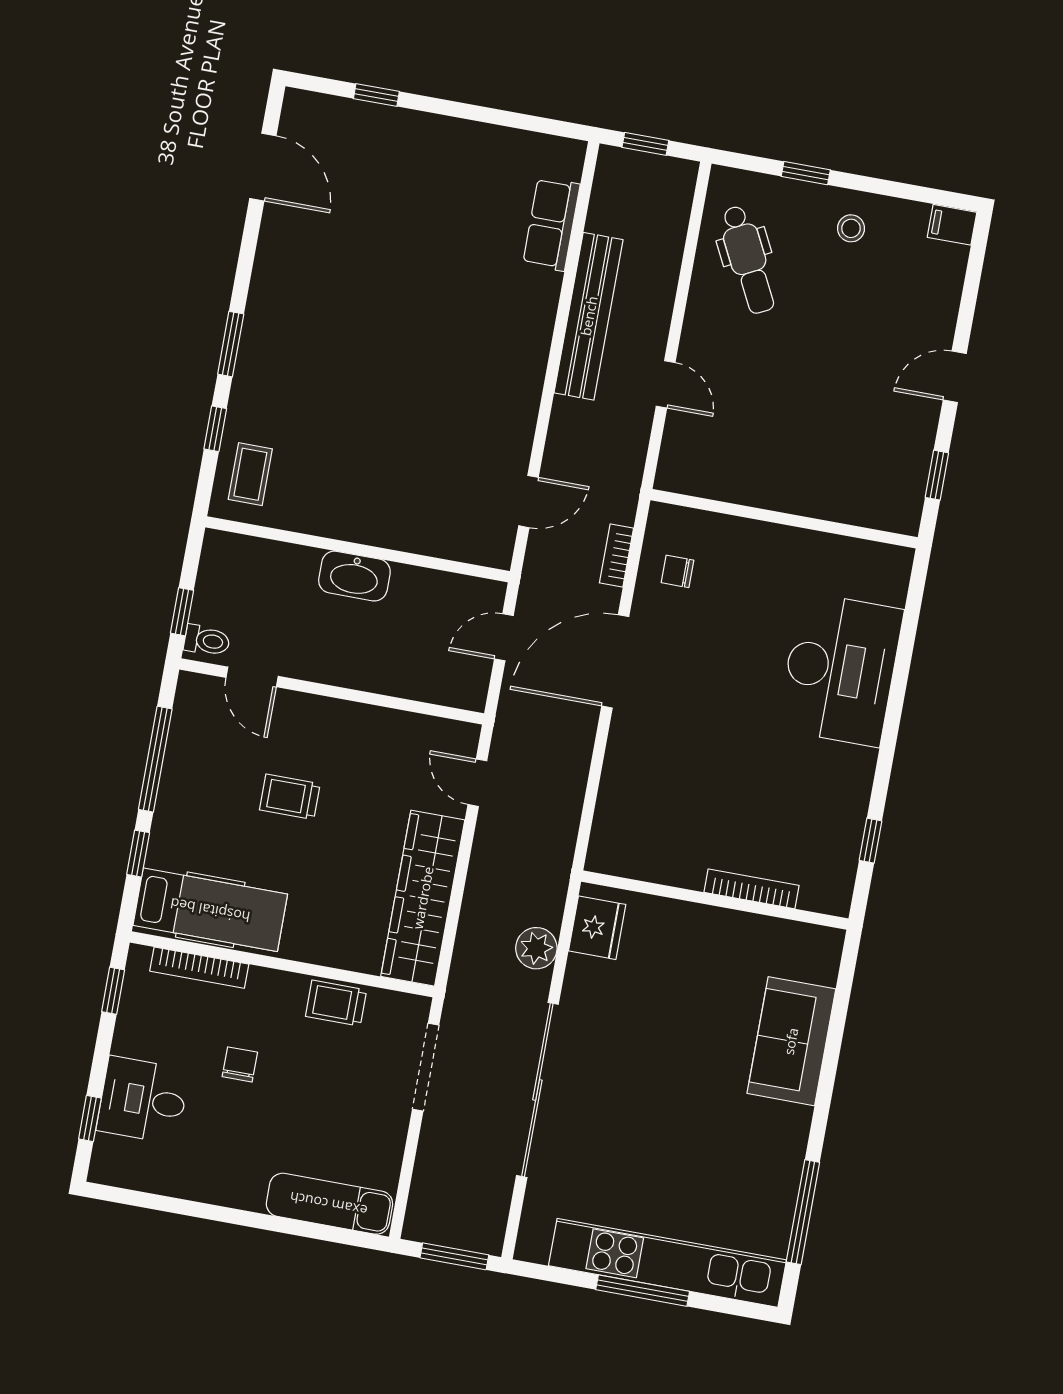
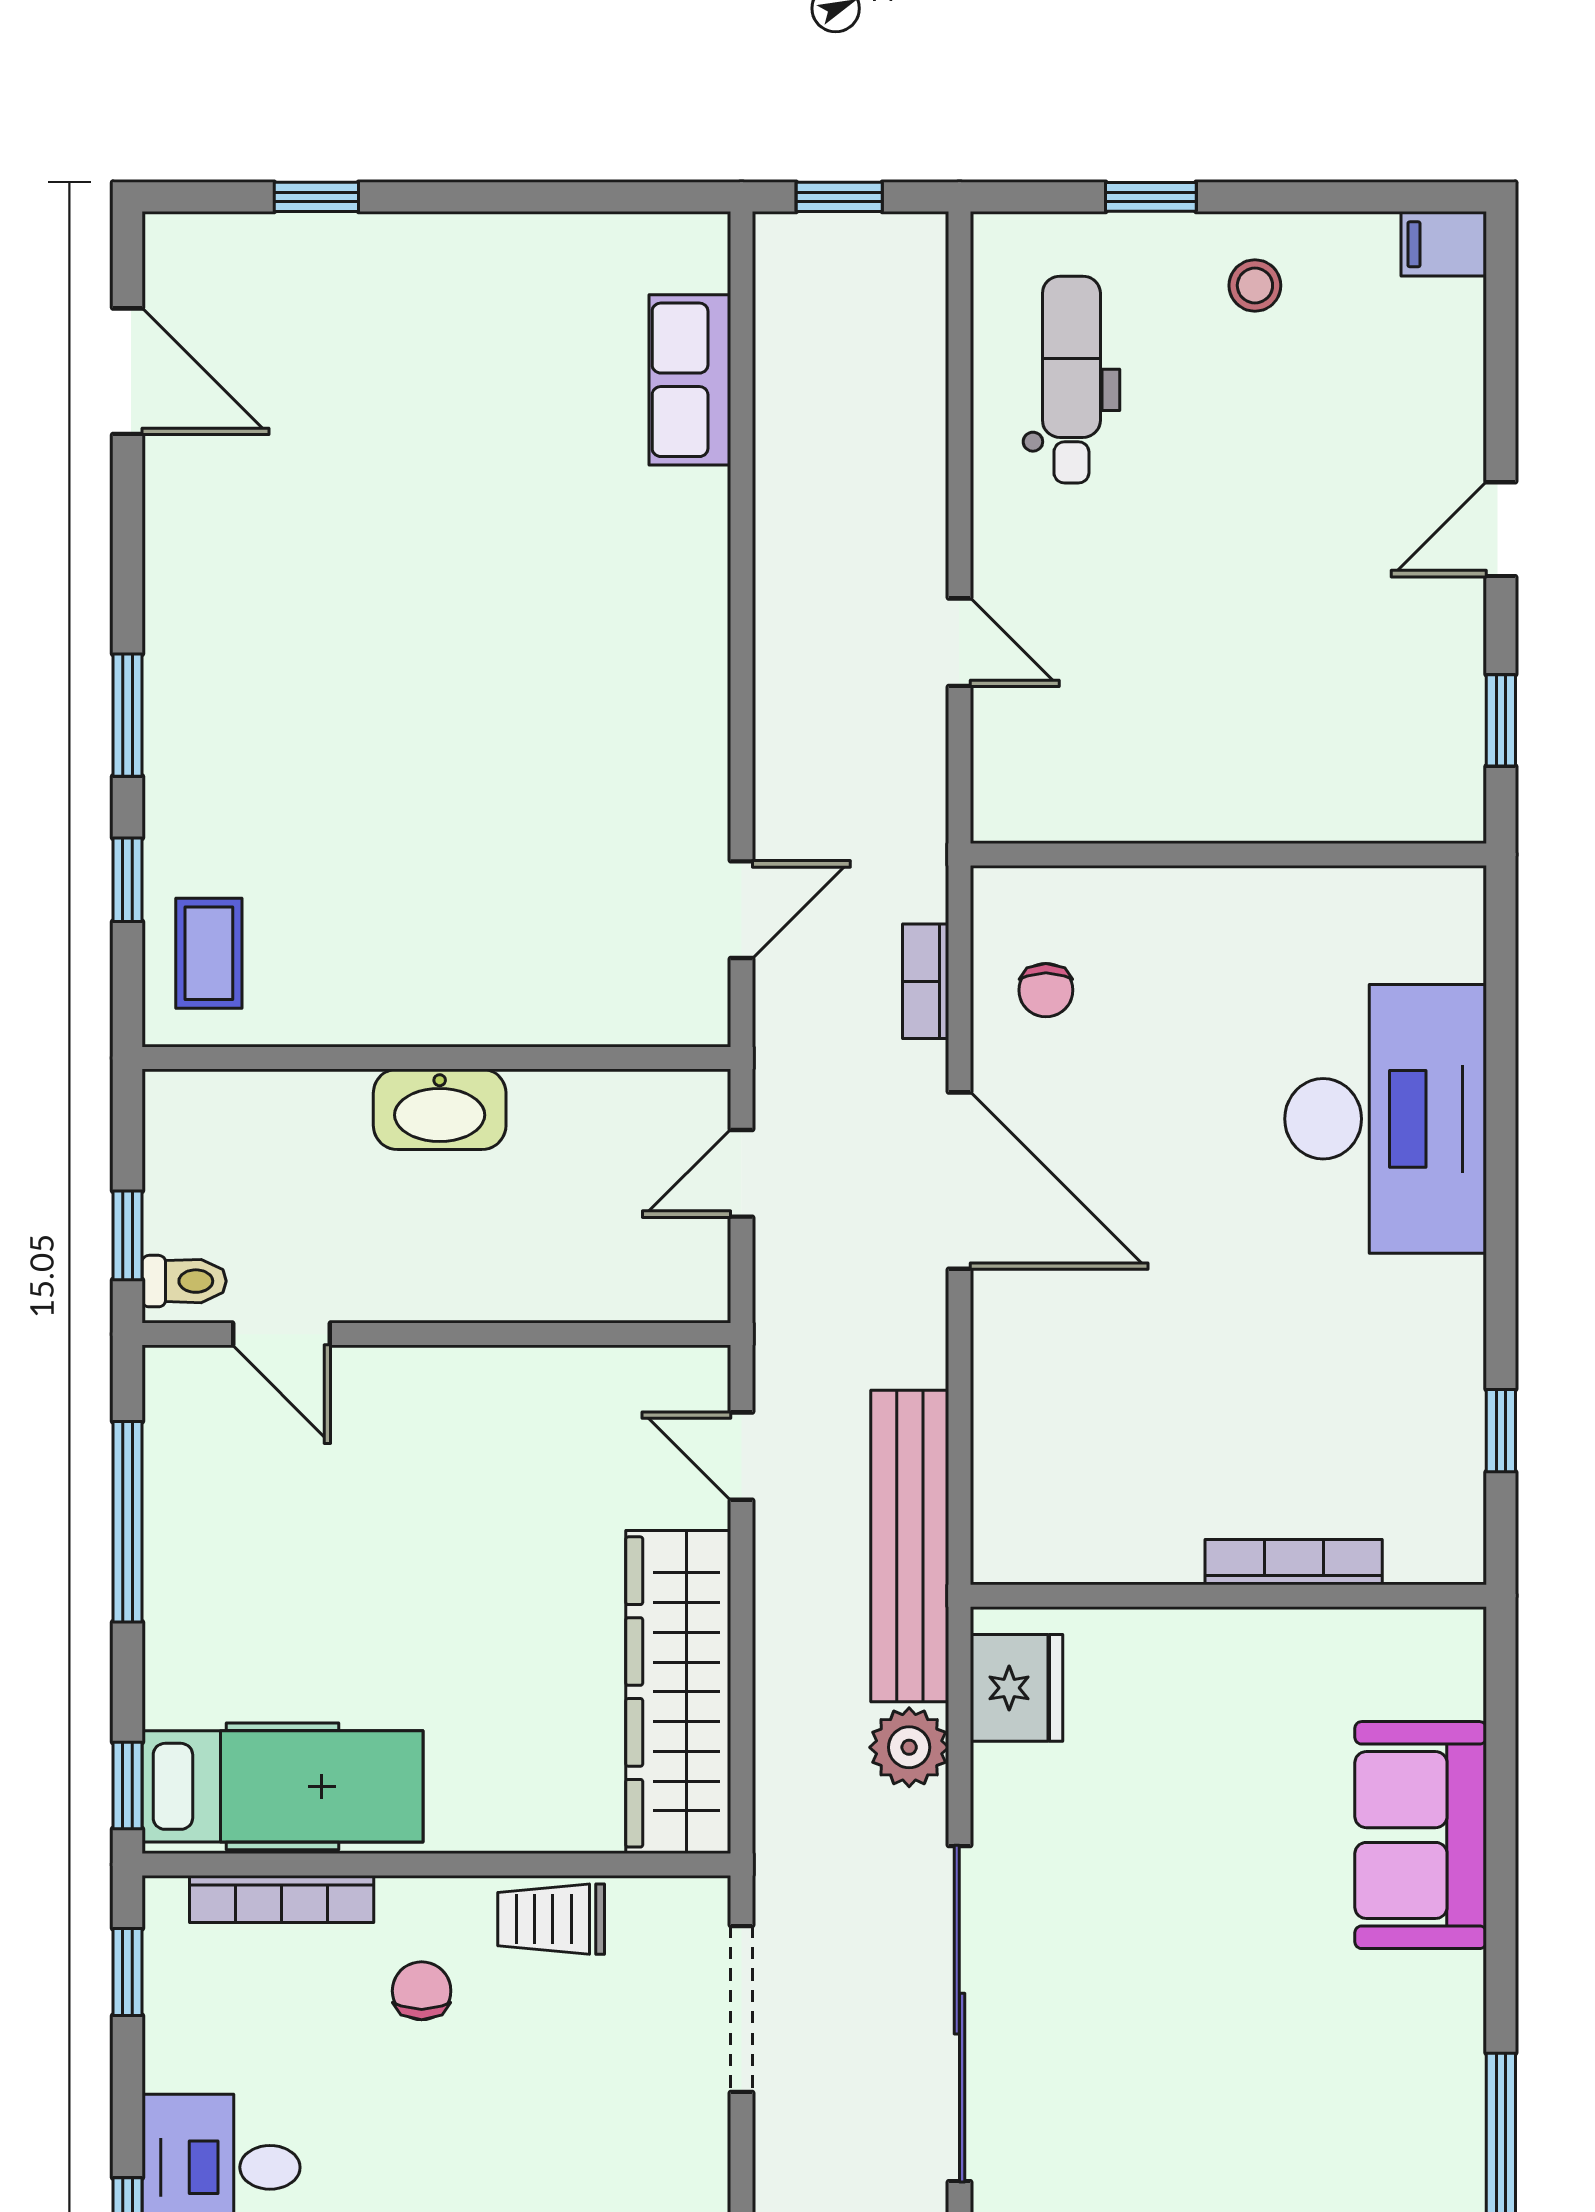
dental chair: (748, 260) -> (1071, 380), turned -153
bench: (589, 316) -> (910, 1546), moved
chair: (678, 571) -> (1046, 990), turned -90
door: (615, 661) -> (959, 1181), swing flipped
trolley: (290, 797) -> (394, 1547), removed
window: (138, 854) -> (127, 1786), moved
chair: (240, 1064) -> (422, 1991), moved

